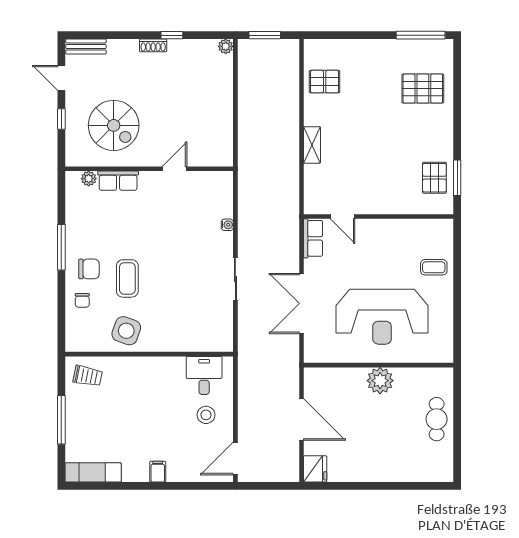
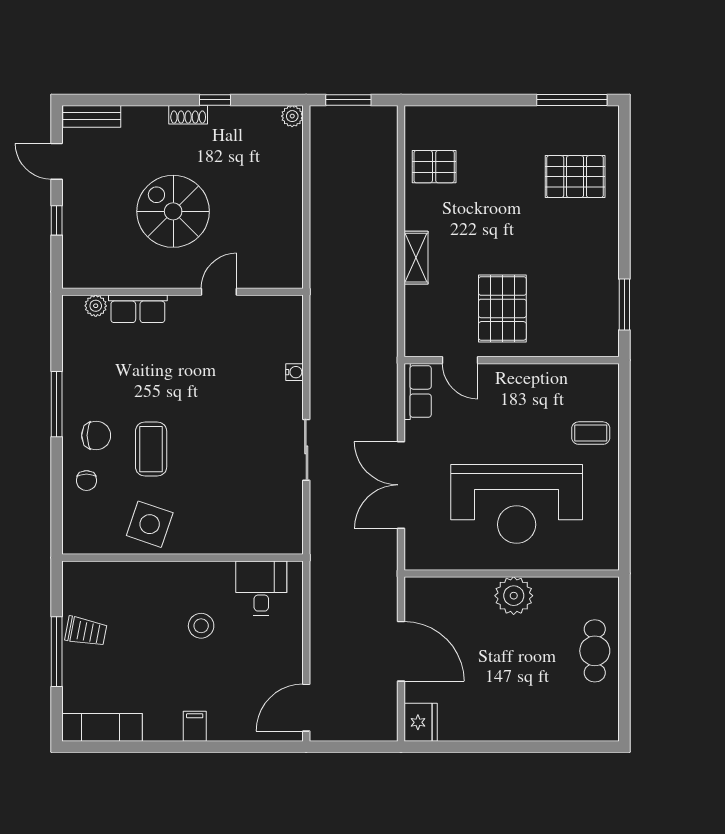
spiral stairs: (114, 125) -> (173, 211), moved, turned 180
pallet: (434, 178) -> (502, 308), moved, width x1.50, depth x1.42
trolley: (88, 376) -> (86, 631), moved
stool: (206, 415) -> (201, 626), moved

